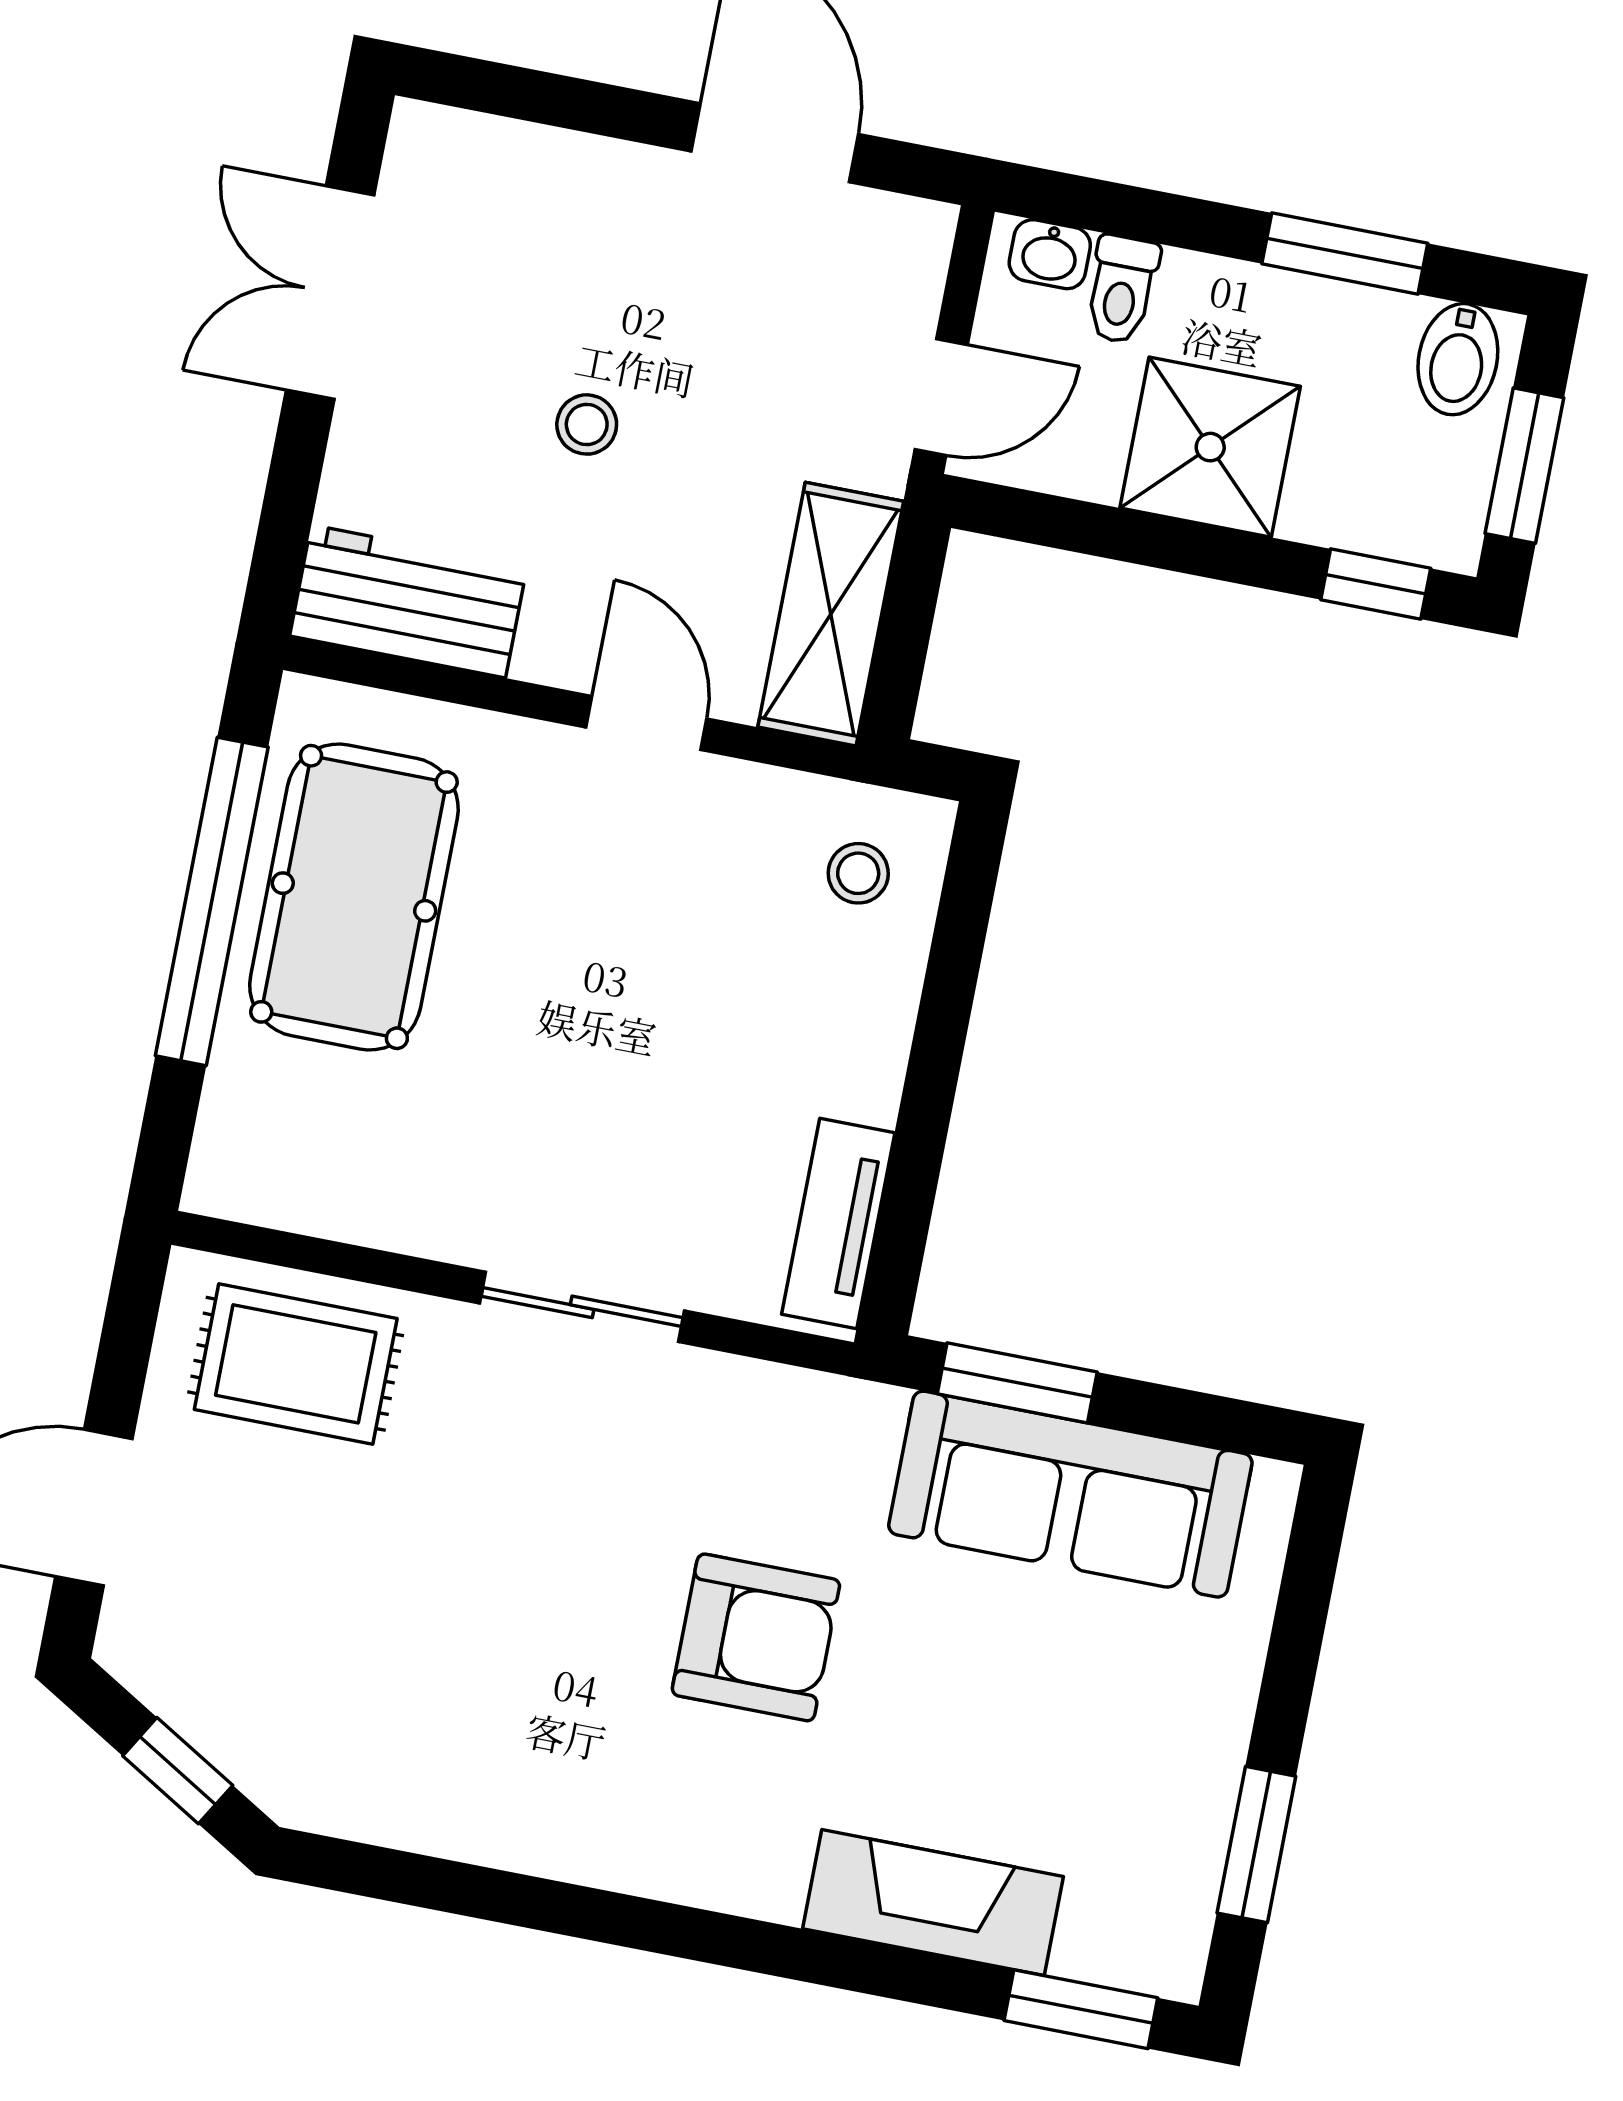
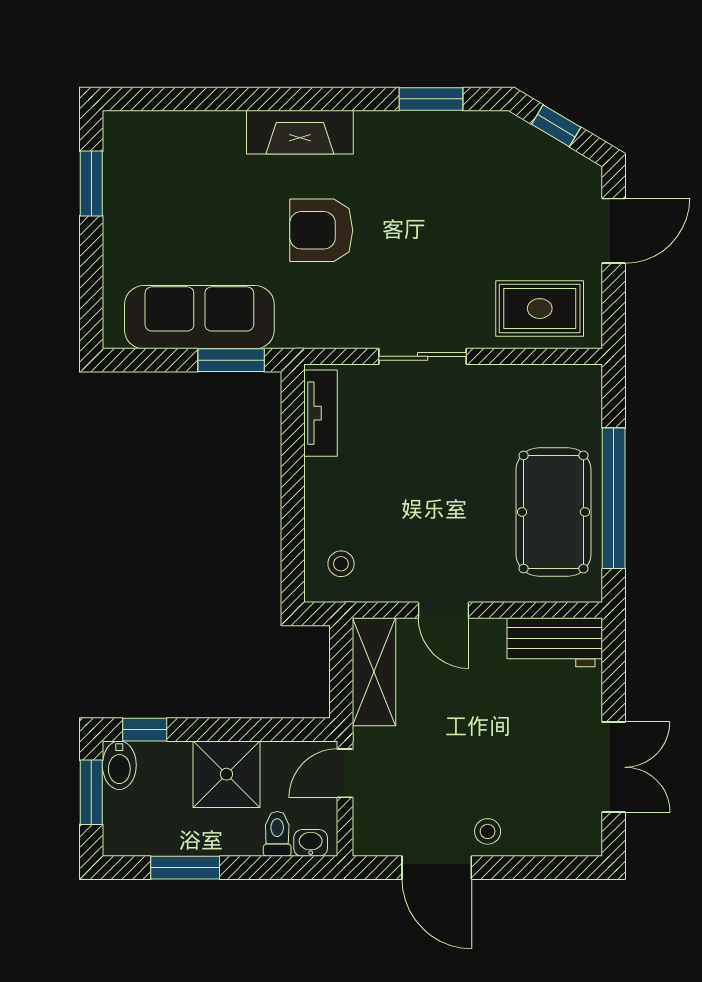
bidet: (1458, 359) -> (119, 765), moved, turned 180
stool: (587, 424) -> (488, 831), moved
fireplace: (933, 1903) -> (300, 132), moved
window: (1081, 2009) -> (431, 99), moved

